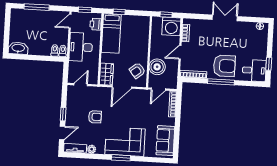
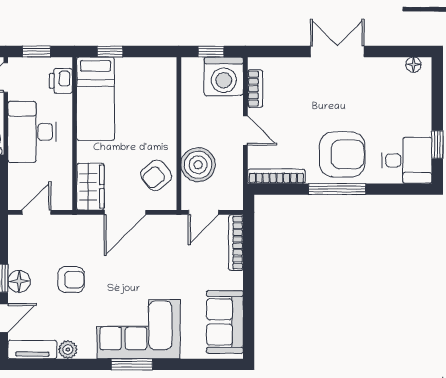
door: (180, 52) -> (245, 130), swing flipped
floor lamp: (71, 116) -> (19, 281), added

